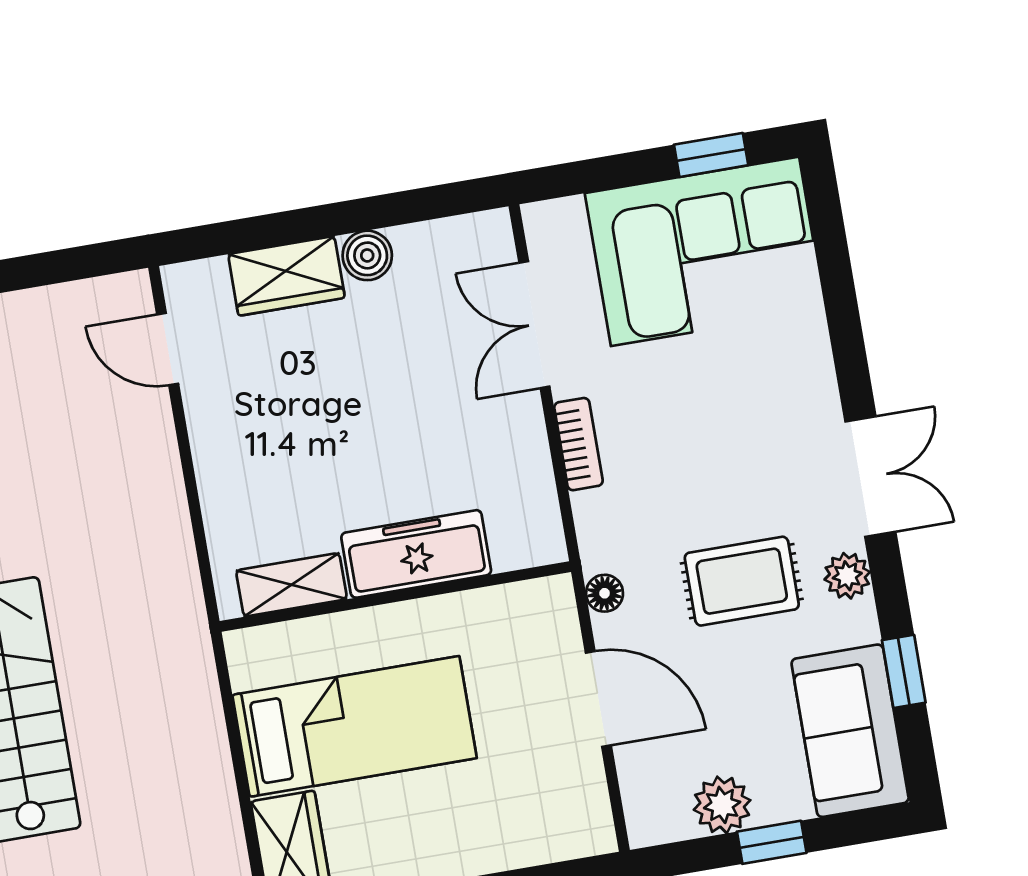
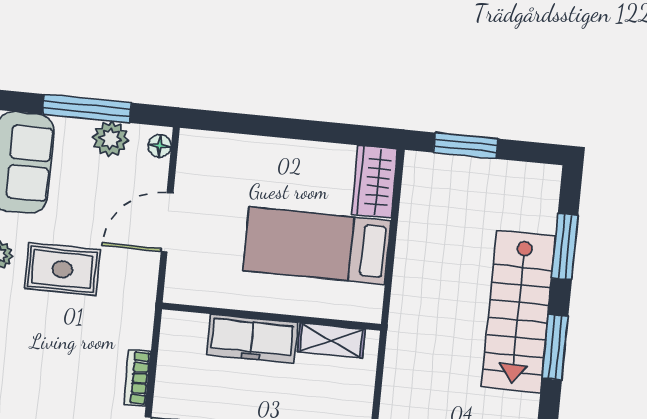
floor lamp: (605, 593) -> (160, 146), moved
door: (598, 699) -> (167, 222), hinge flipped
window: (772, 842) -> (87, 109), width x2.17

